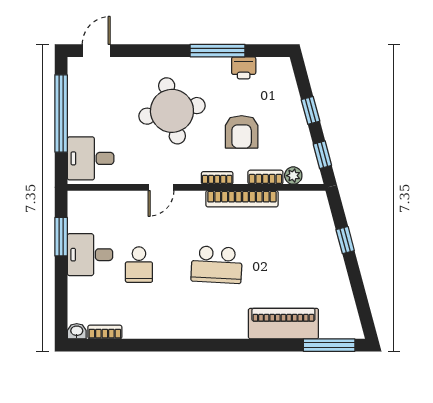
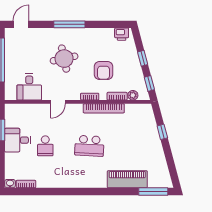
window: (217, 51) -> (69, 24), moved
printer: (244, 68) -> (122, 34), moved
round table: (172, 111) -> (64, 59), width x0.73, depth x0.73
desk: (91, 158) -> (29, 87), moved, turned -90

